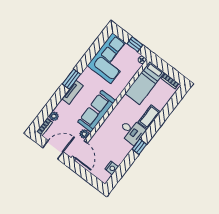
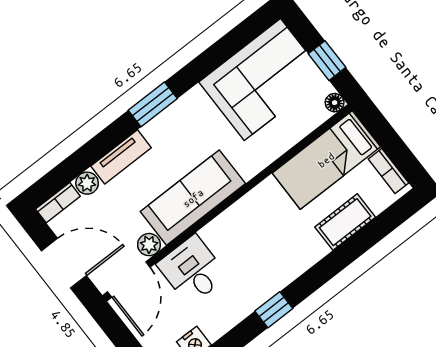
tv unit: (72, 92) -> (121, 157), moved
cot: (149, 117) -> (345, 222), moved
desk: (132, 131) -> (192, 270), moved, turned 180

